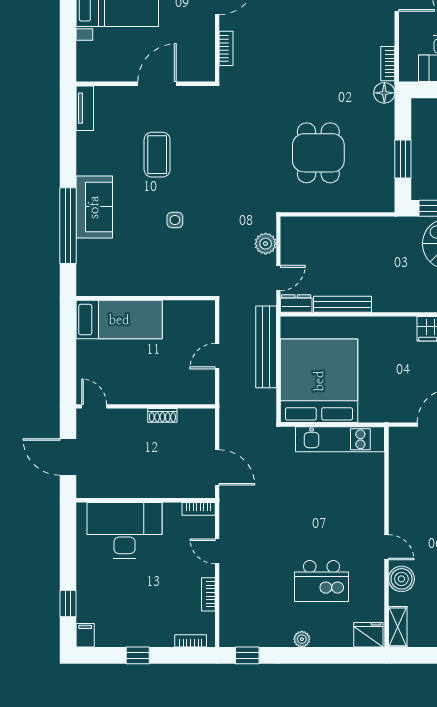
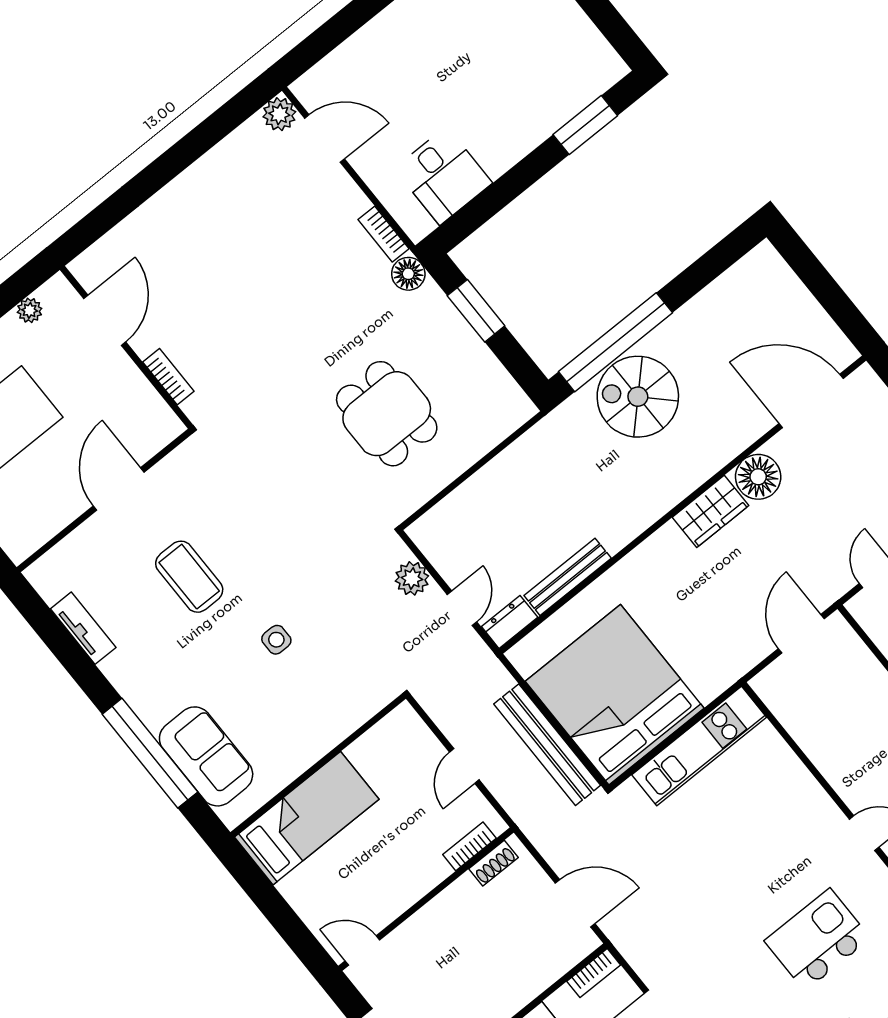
tv unit: (85, 108) -> (83, 628), moved
window: (403, 159) -> (476, 311), moved
sofa: (94, 207) -> (206, 756), moved
bench: (266, 347) -> (547, 745), moved
bookcase: (188, 398) -> (469, 846), added
shoe rack: (162, 415) -> (494, 863), moved
kitchen island: (321, 581) -> (817, 940), turned 180

